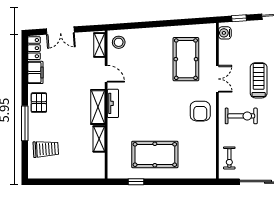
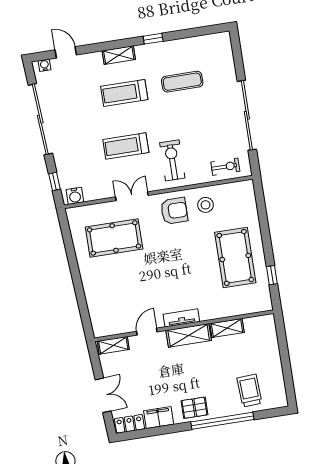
stool: (119, 42) -> (206, 205), moved
window: (25, 123) -> (222, 421), width x1.46

